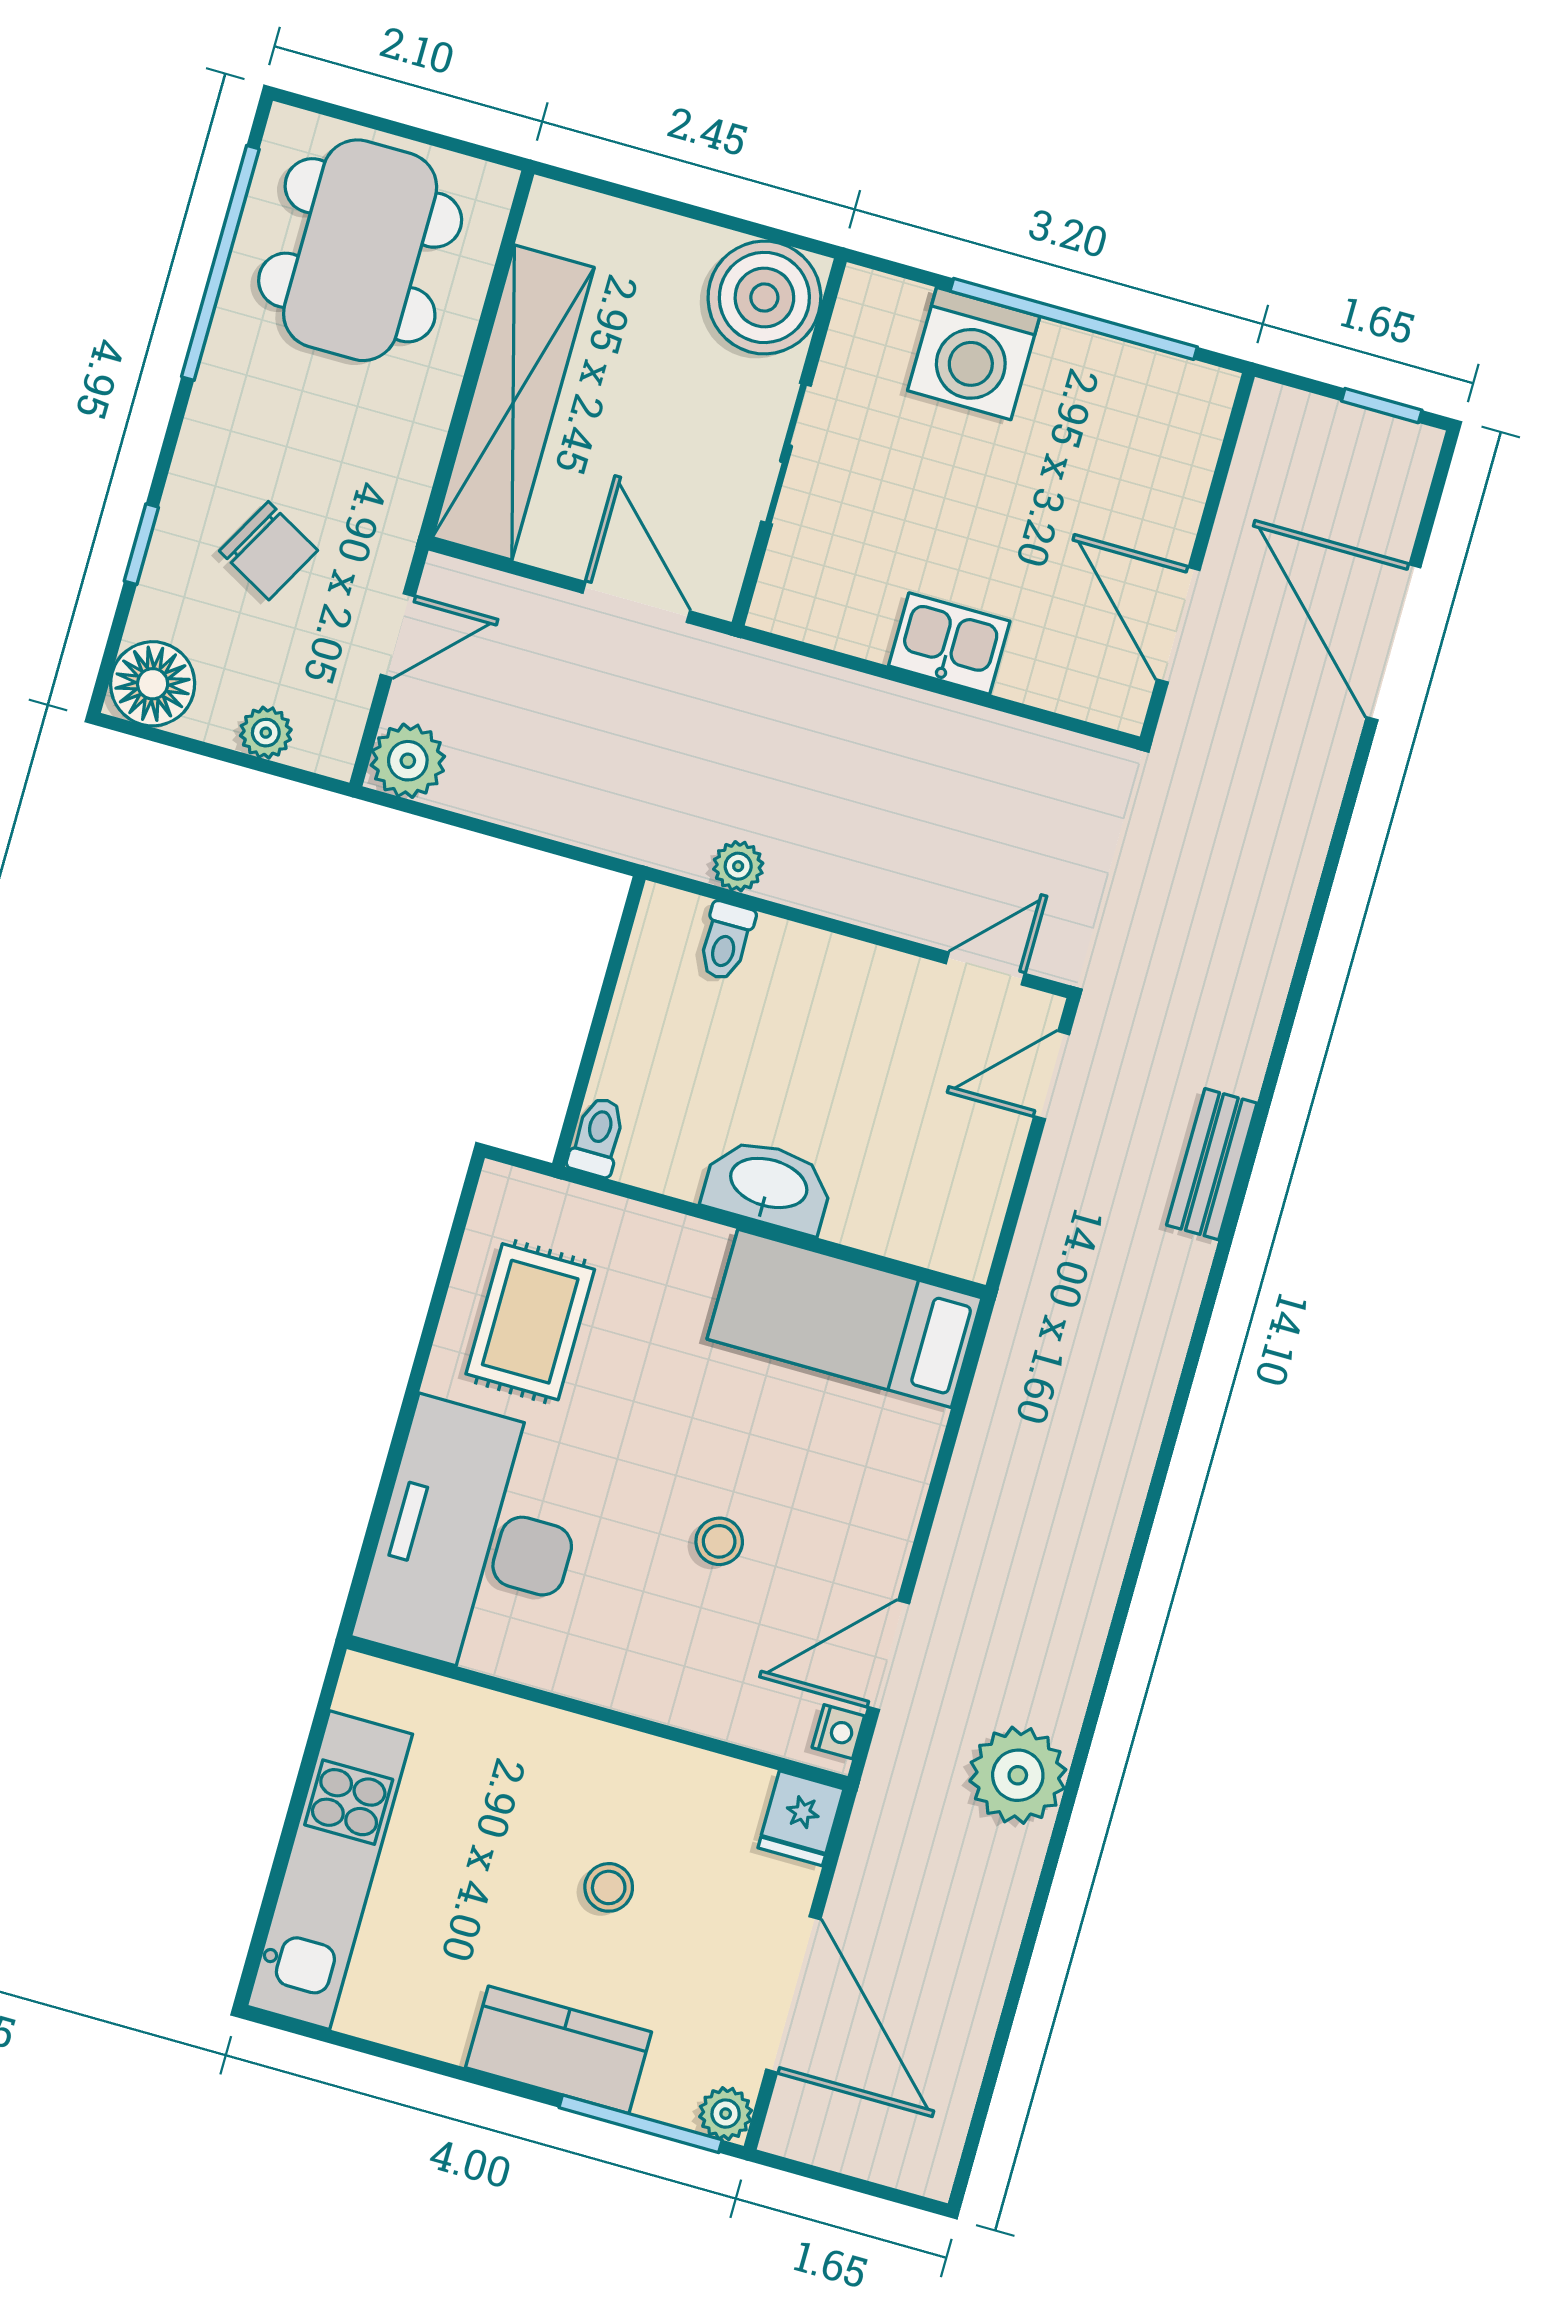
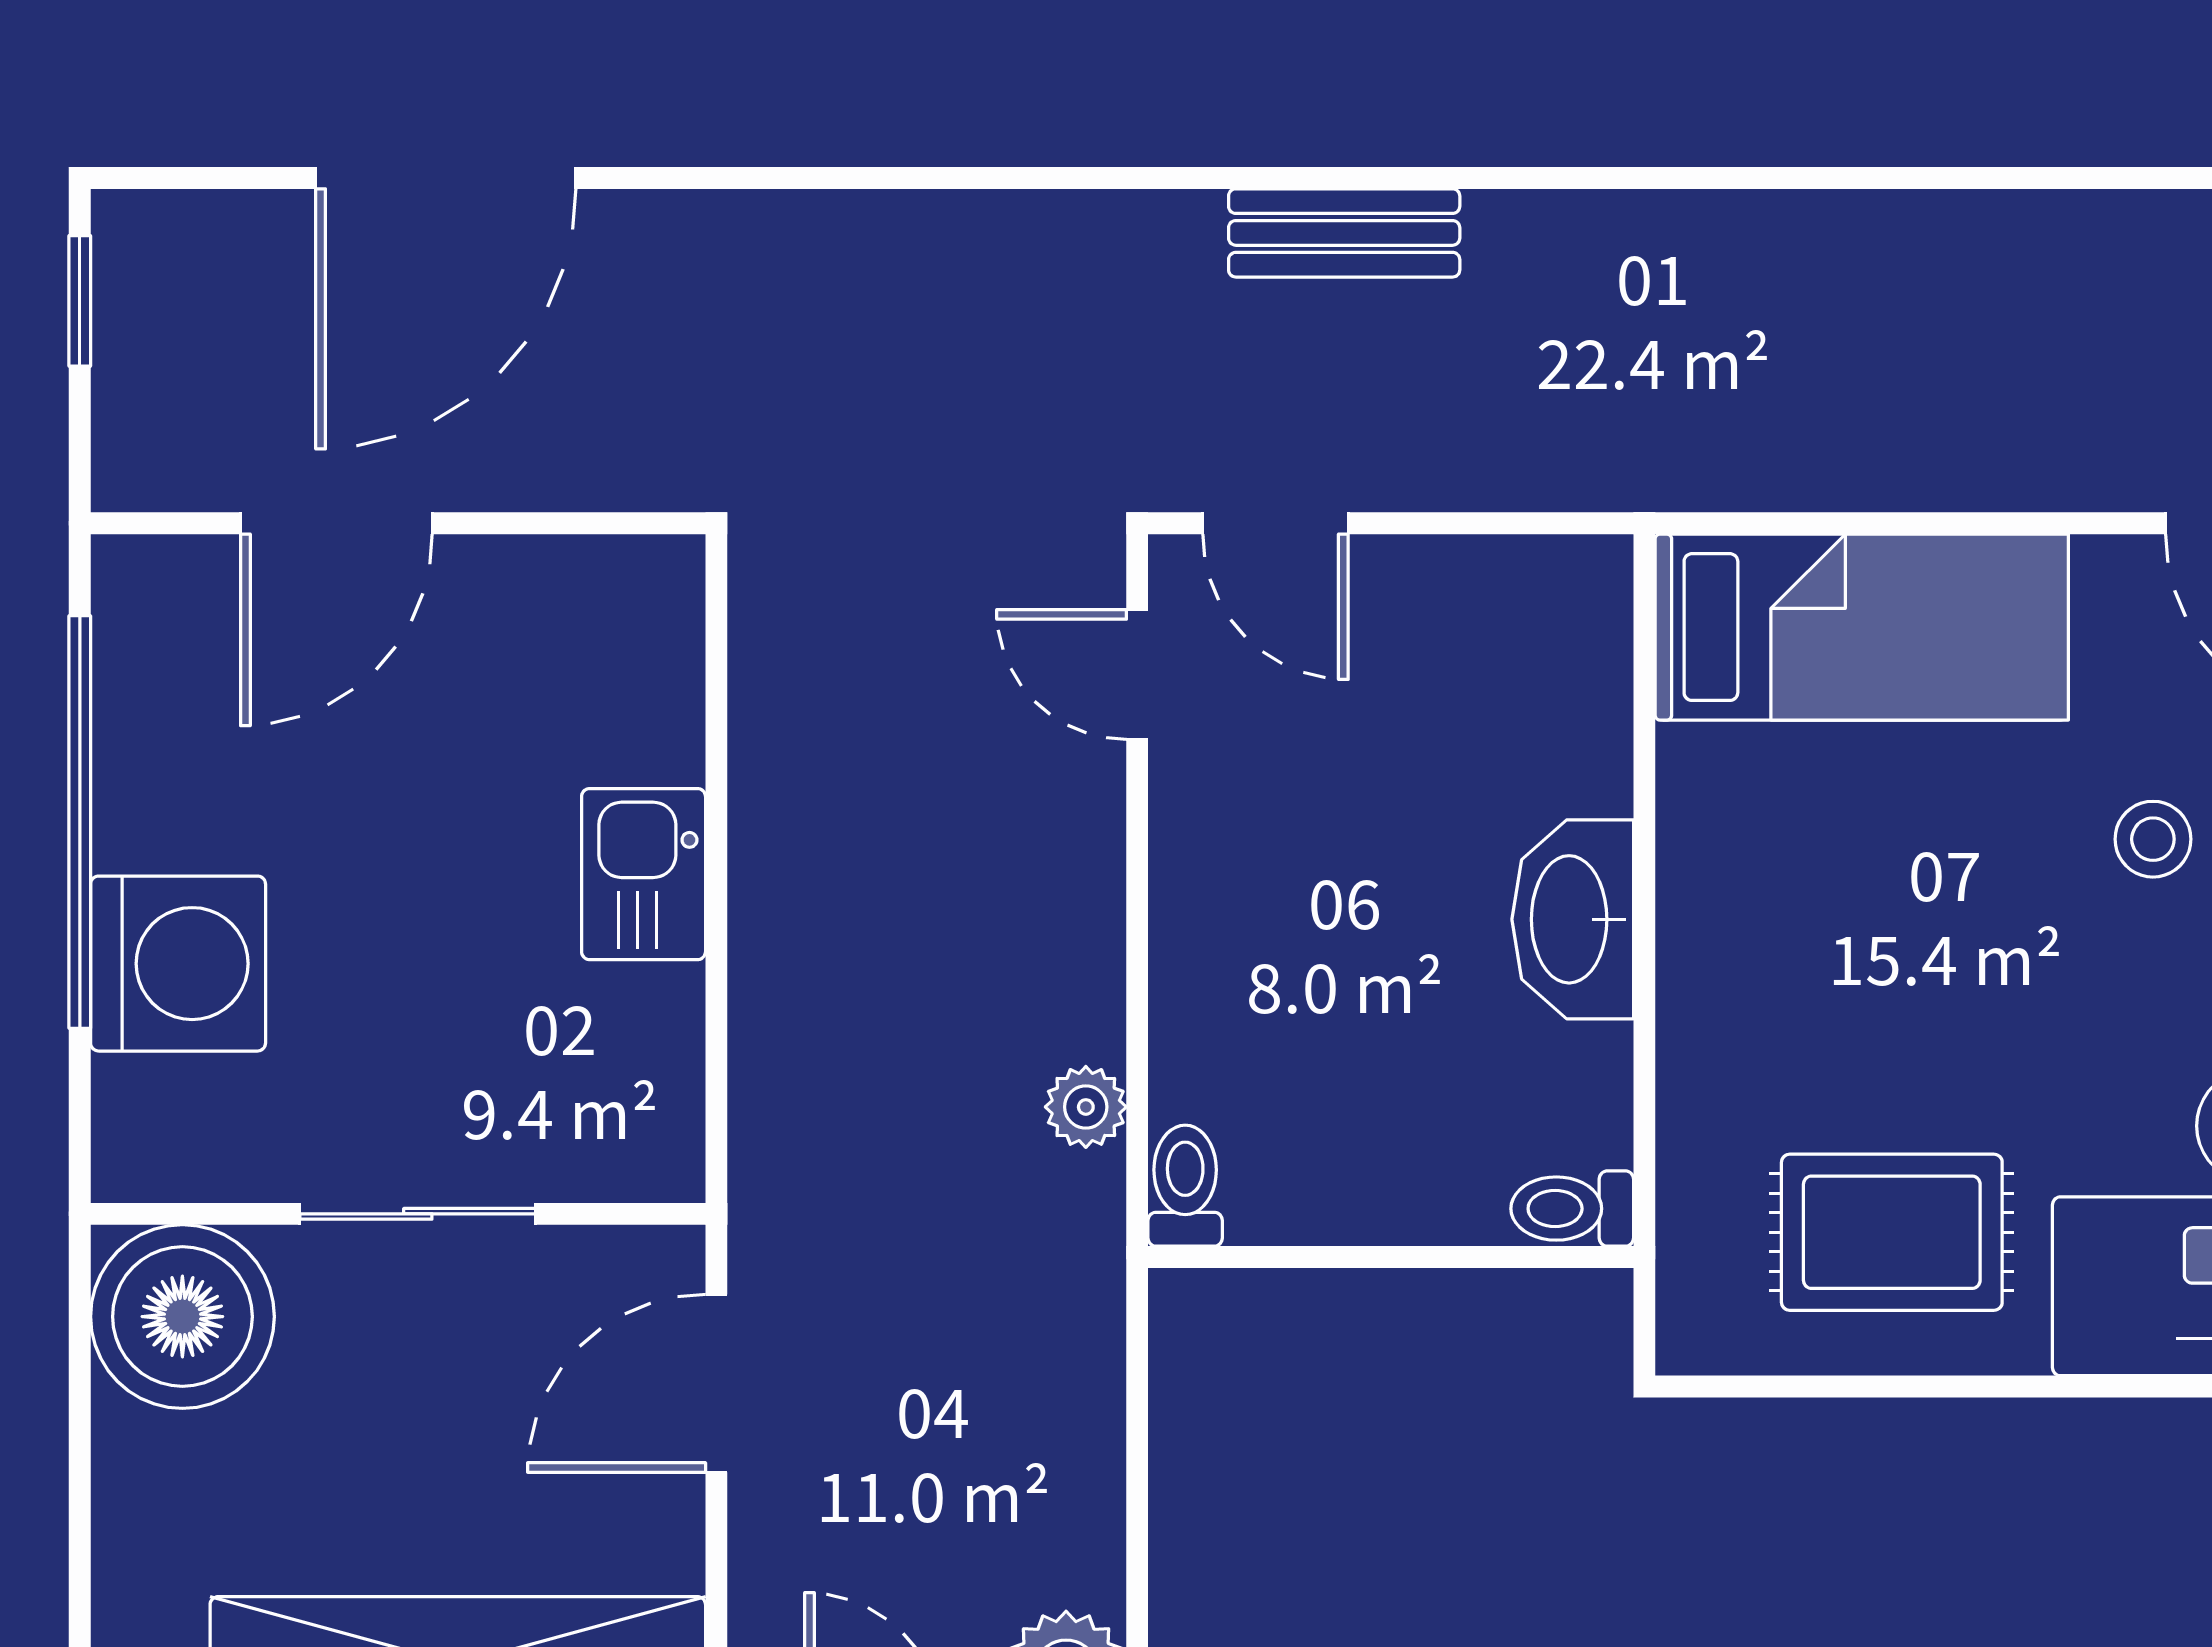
door: (1178, 625) -> (336, 523), moved
toilet: (726, 941) -> (1185, 1186), moved, turned -90
bed: (845, 1318) -> (1862, 627), moved, turned -90

